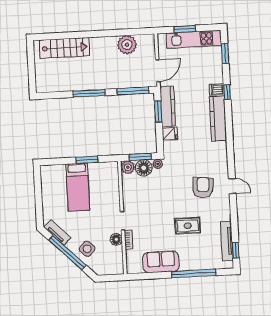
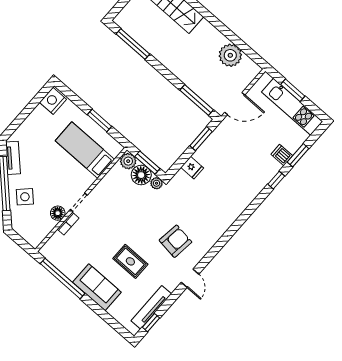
window: (225, 53) -> (298, 155), moved
dishwasher: (217, 90) -> (282, 155), moved
window: (89, 93) -> (133, 44), moved
kitchen counter: (168, 106) -> (213, 142), removed
kitchen counter: (218, 119) -> (246, 195), removed
nightstand: (48, 175) -> (53, 101), added
door: (232, 186) -> (190, 278), moved
bed: (78, 187) -> (85, 150), moved, turned 90
sofa: (161, 262) -> (97, 287), moved
window: (194, 274) -> (63, 279), moved

